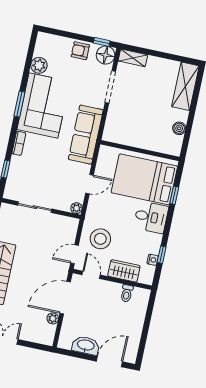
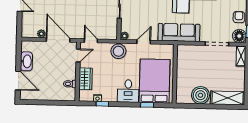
boiler: (179, 128) -> (200, 95), width x1.86, depth x1.86
door: (89, 184) -> (144, 42), swing flipped
stool: (100, 239) -> (118, 51), moved

